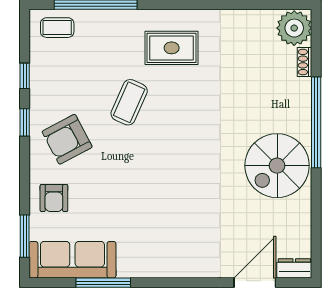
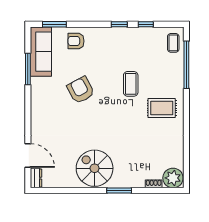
rug: (172, 48) -> (162, 108), turned 90
coffee table: (129, 102) -> (131, 84), turned 66
window: (316, 122) -> (119, 191), width x0.47
armchair: (67, 139) -> (81, 90), moved

